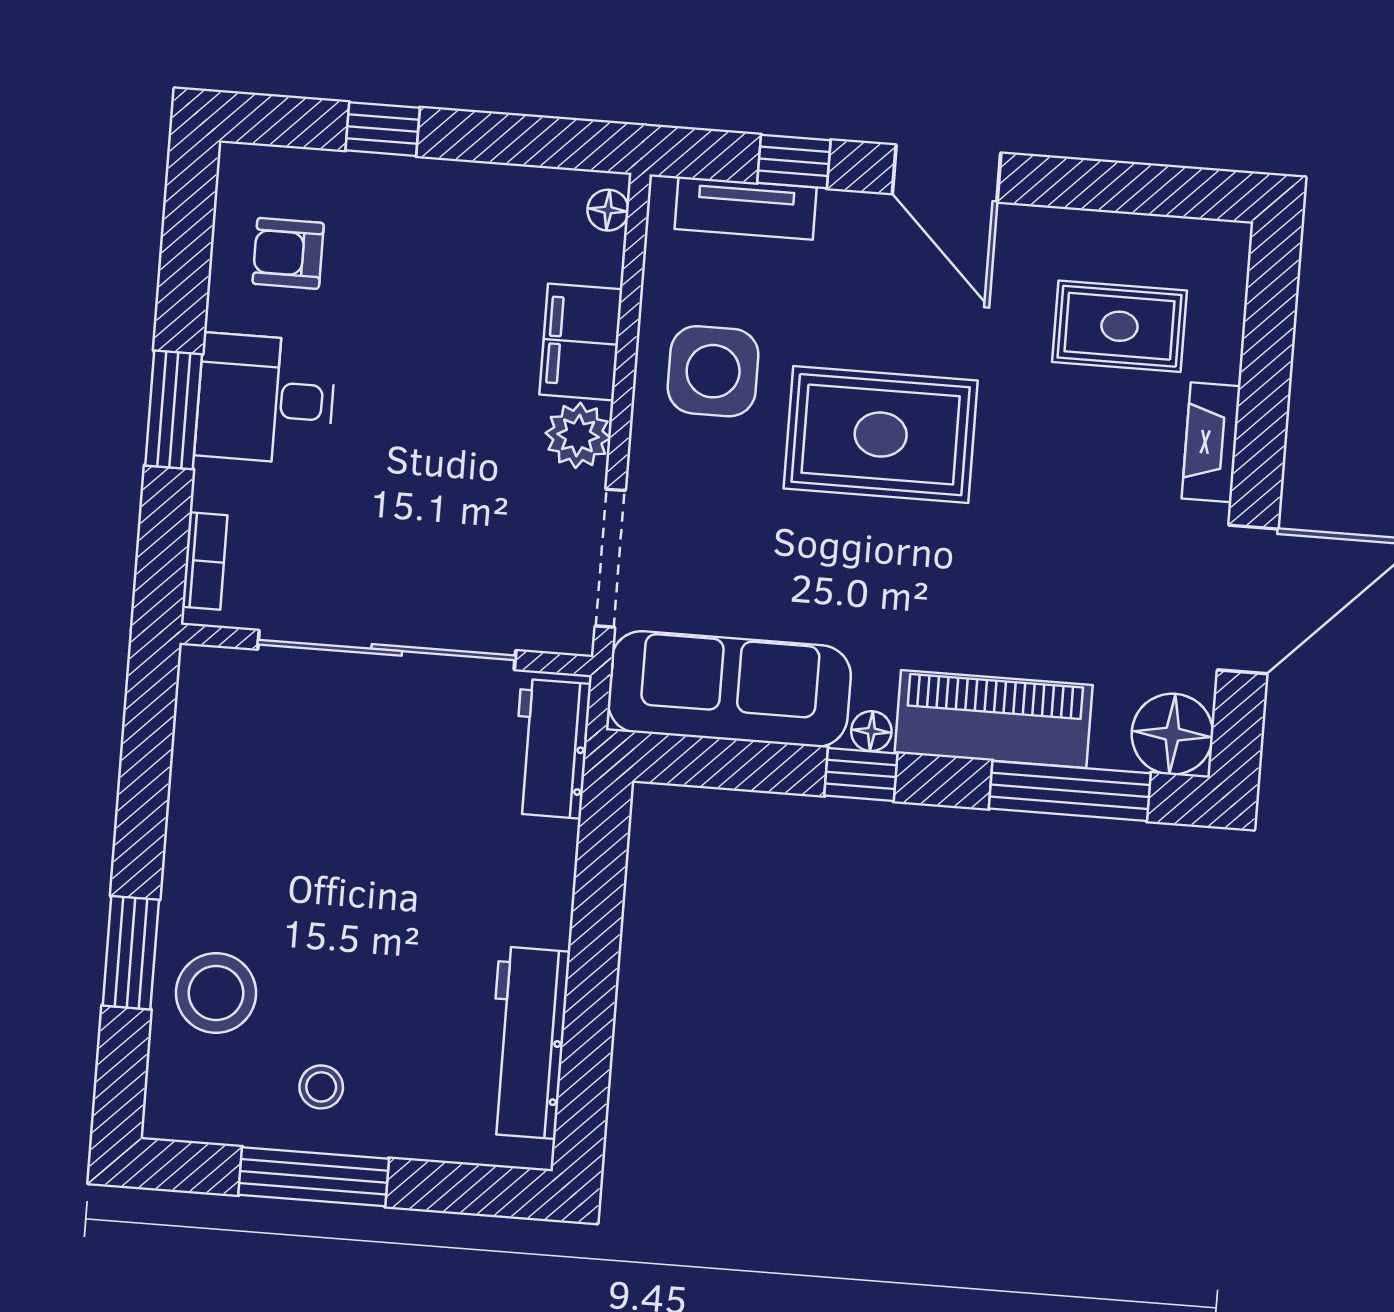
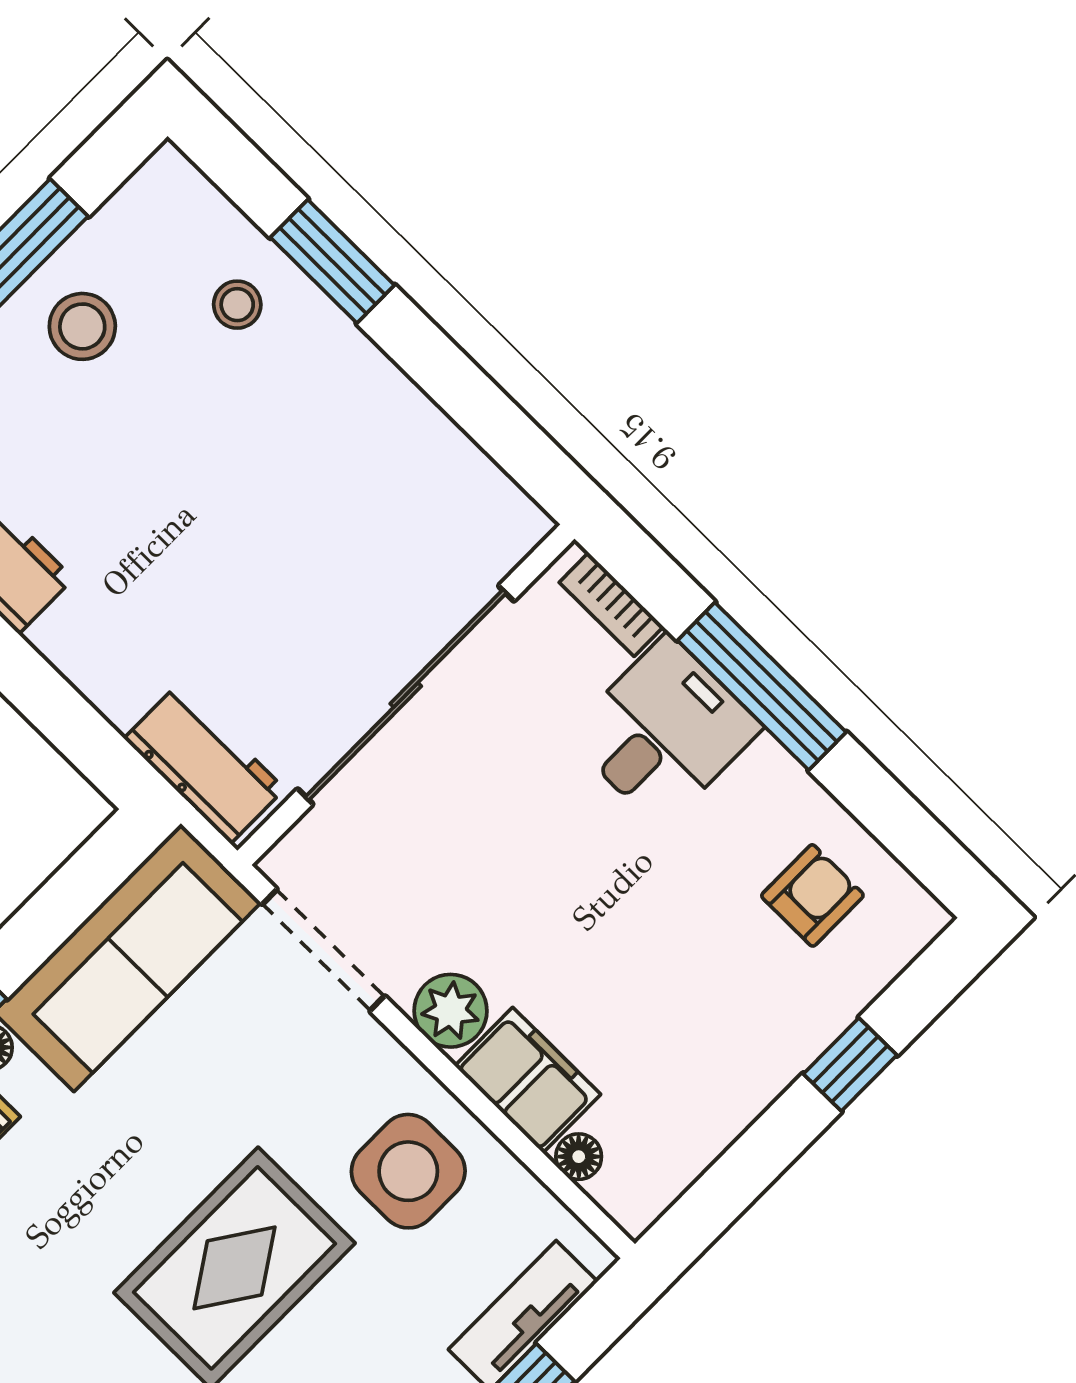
floor lamp: (608, 210) -> (579, 1157), moved
desk: (266, 399) -> (664, 731), moved
window: (174, 410) -> (762, 686), width x1.44
stool: (216, 993) -> (237, 305), width x0.53, depth x0.53
stool: (321, 1087) -> (82, 326), width x1.37, depth x1.37

